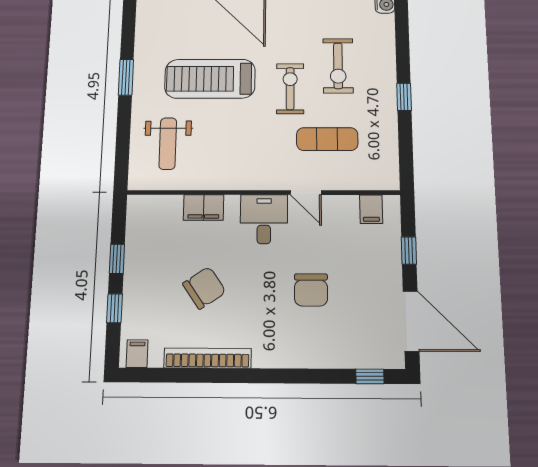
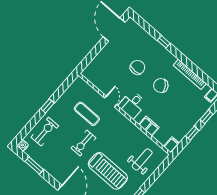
exercise bike: (338, 66) -> (45, 132), moved
filing cabinet: (371, 209) -> (171, 145), moved
window: (409, 251) -> (94, 52), removed
chair: (204, 288) -> (161, 85), moved
window: (370, 376) -> (164, 42), moved

